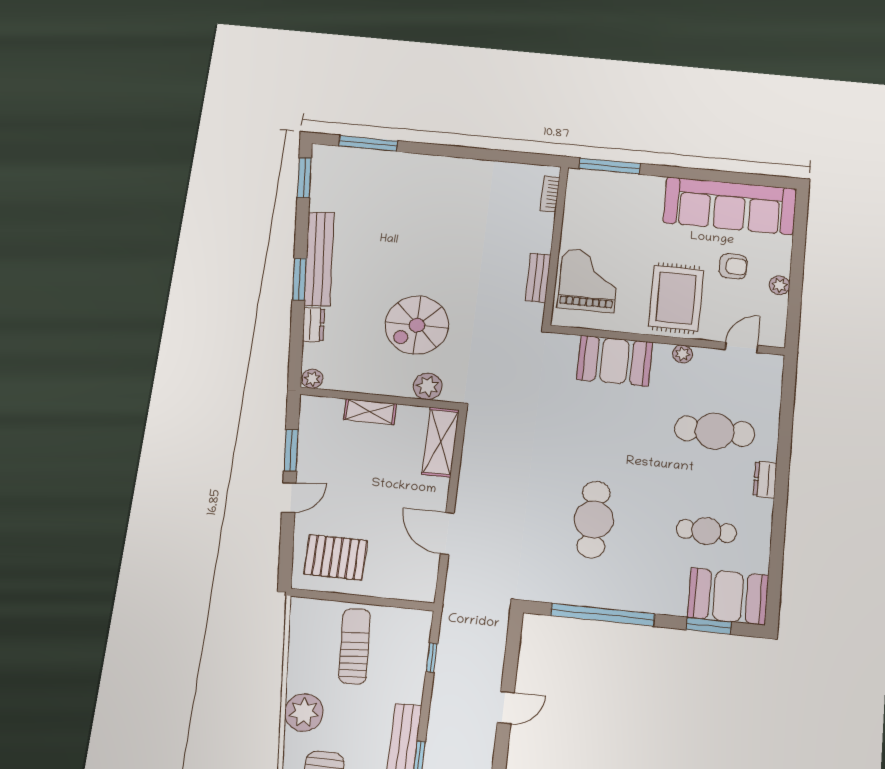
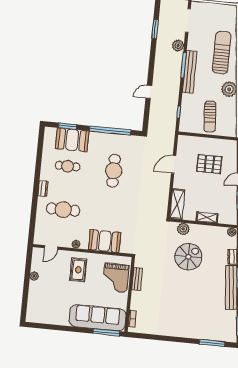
sofa: (730, 206) -> (98, 318), moved
armchair: (733, 266) -> (54, 285), removed
rug: (676, 298) -> (78, 270), width x0.73, depth x0.70
door: (447, 533) -> (174, 164), swing flipped
pallet: (336, 557) -> (209, 164), moved
booth: (728, 596) -> (72, 140), moved

